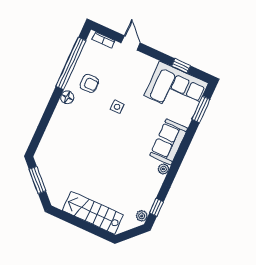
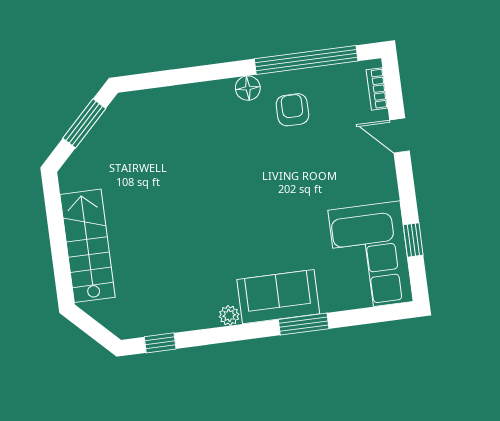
door: (131, 43) -> (399, 136), swing flipped
armchair: (89, 83) -> (292, 110), turned 180
side table: (117, 107) -> (283, 178), removed
window: (201, 109) -> (304, 324), moved
plant: (142, 216) -> (132, 328), removed

